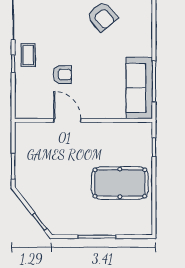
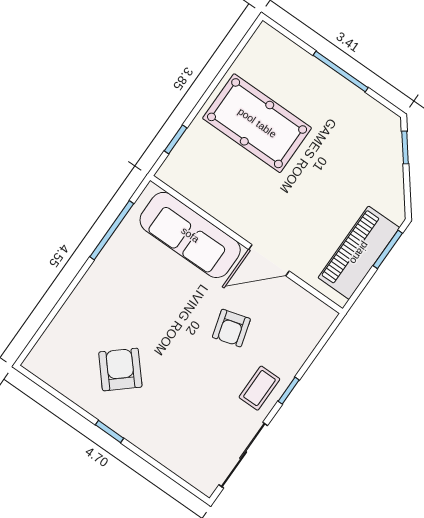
armchair: (62, 75) -> (231, 328), turned -106
sofa: (139, 88) -> (190, 235), moved, turned 90
door: (67, 120) -> (269, 260), hinge flipped
piano: (26, 155) -> (359, 253), added

